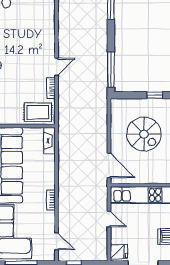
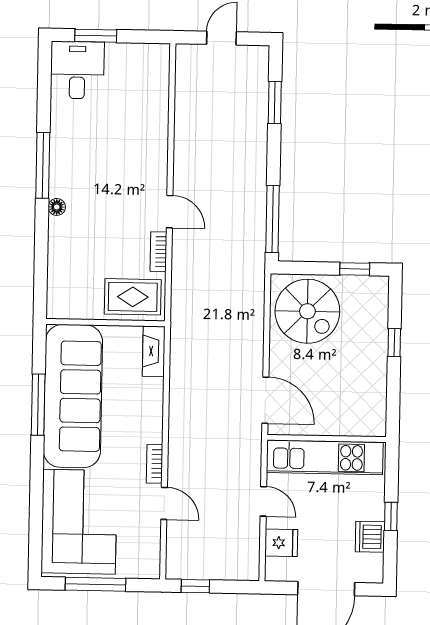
door: (56, 67) -> (170, 212), hinge flipped
spiral stairs: (144, 134) -> (307, 311), moved
door: (56, 241) -> (164, 503), moved
fridge: (119, 252) -> (281, 543), moved

